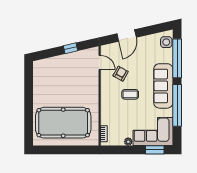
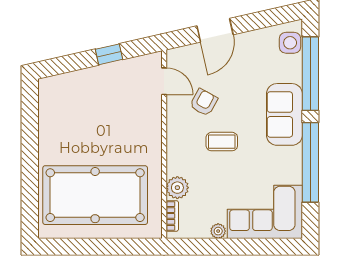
sofa: (163, 86) -> (284, 114), width x0.73
plant: (107, 119) -> (177, 188), added
window: (155, 150) -> (268, 247), removed

